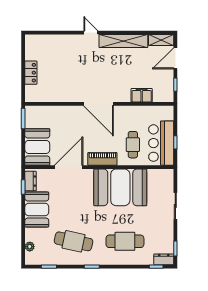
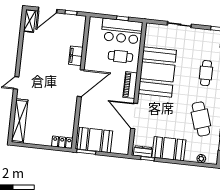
shelving: (123, 41) -> (20, 121), moved
door: (175, 58) -> (48, 10), hinge flipped
locker: (31, 73) -> (62, 142), moved
filing cabinet: (142, 95) -> (76, 56), moved
booth: (37, 147) -> (95, 140), moved
cafe table: (74, 241) -> (201, 119), turned -30
cafe table: (125, 241) -> (206, 73), width x0.73, depth x0.74

